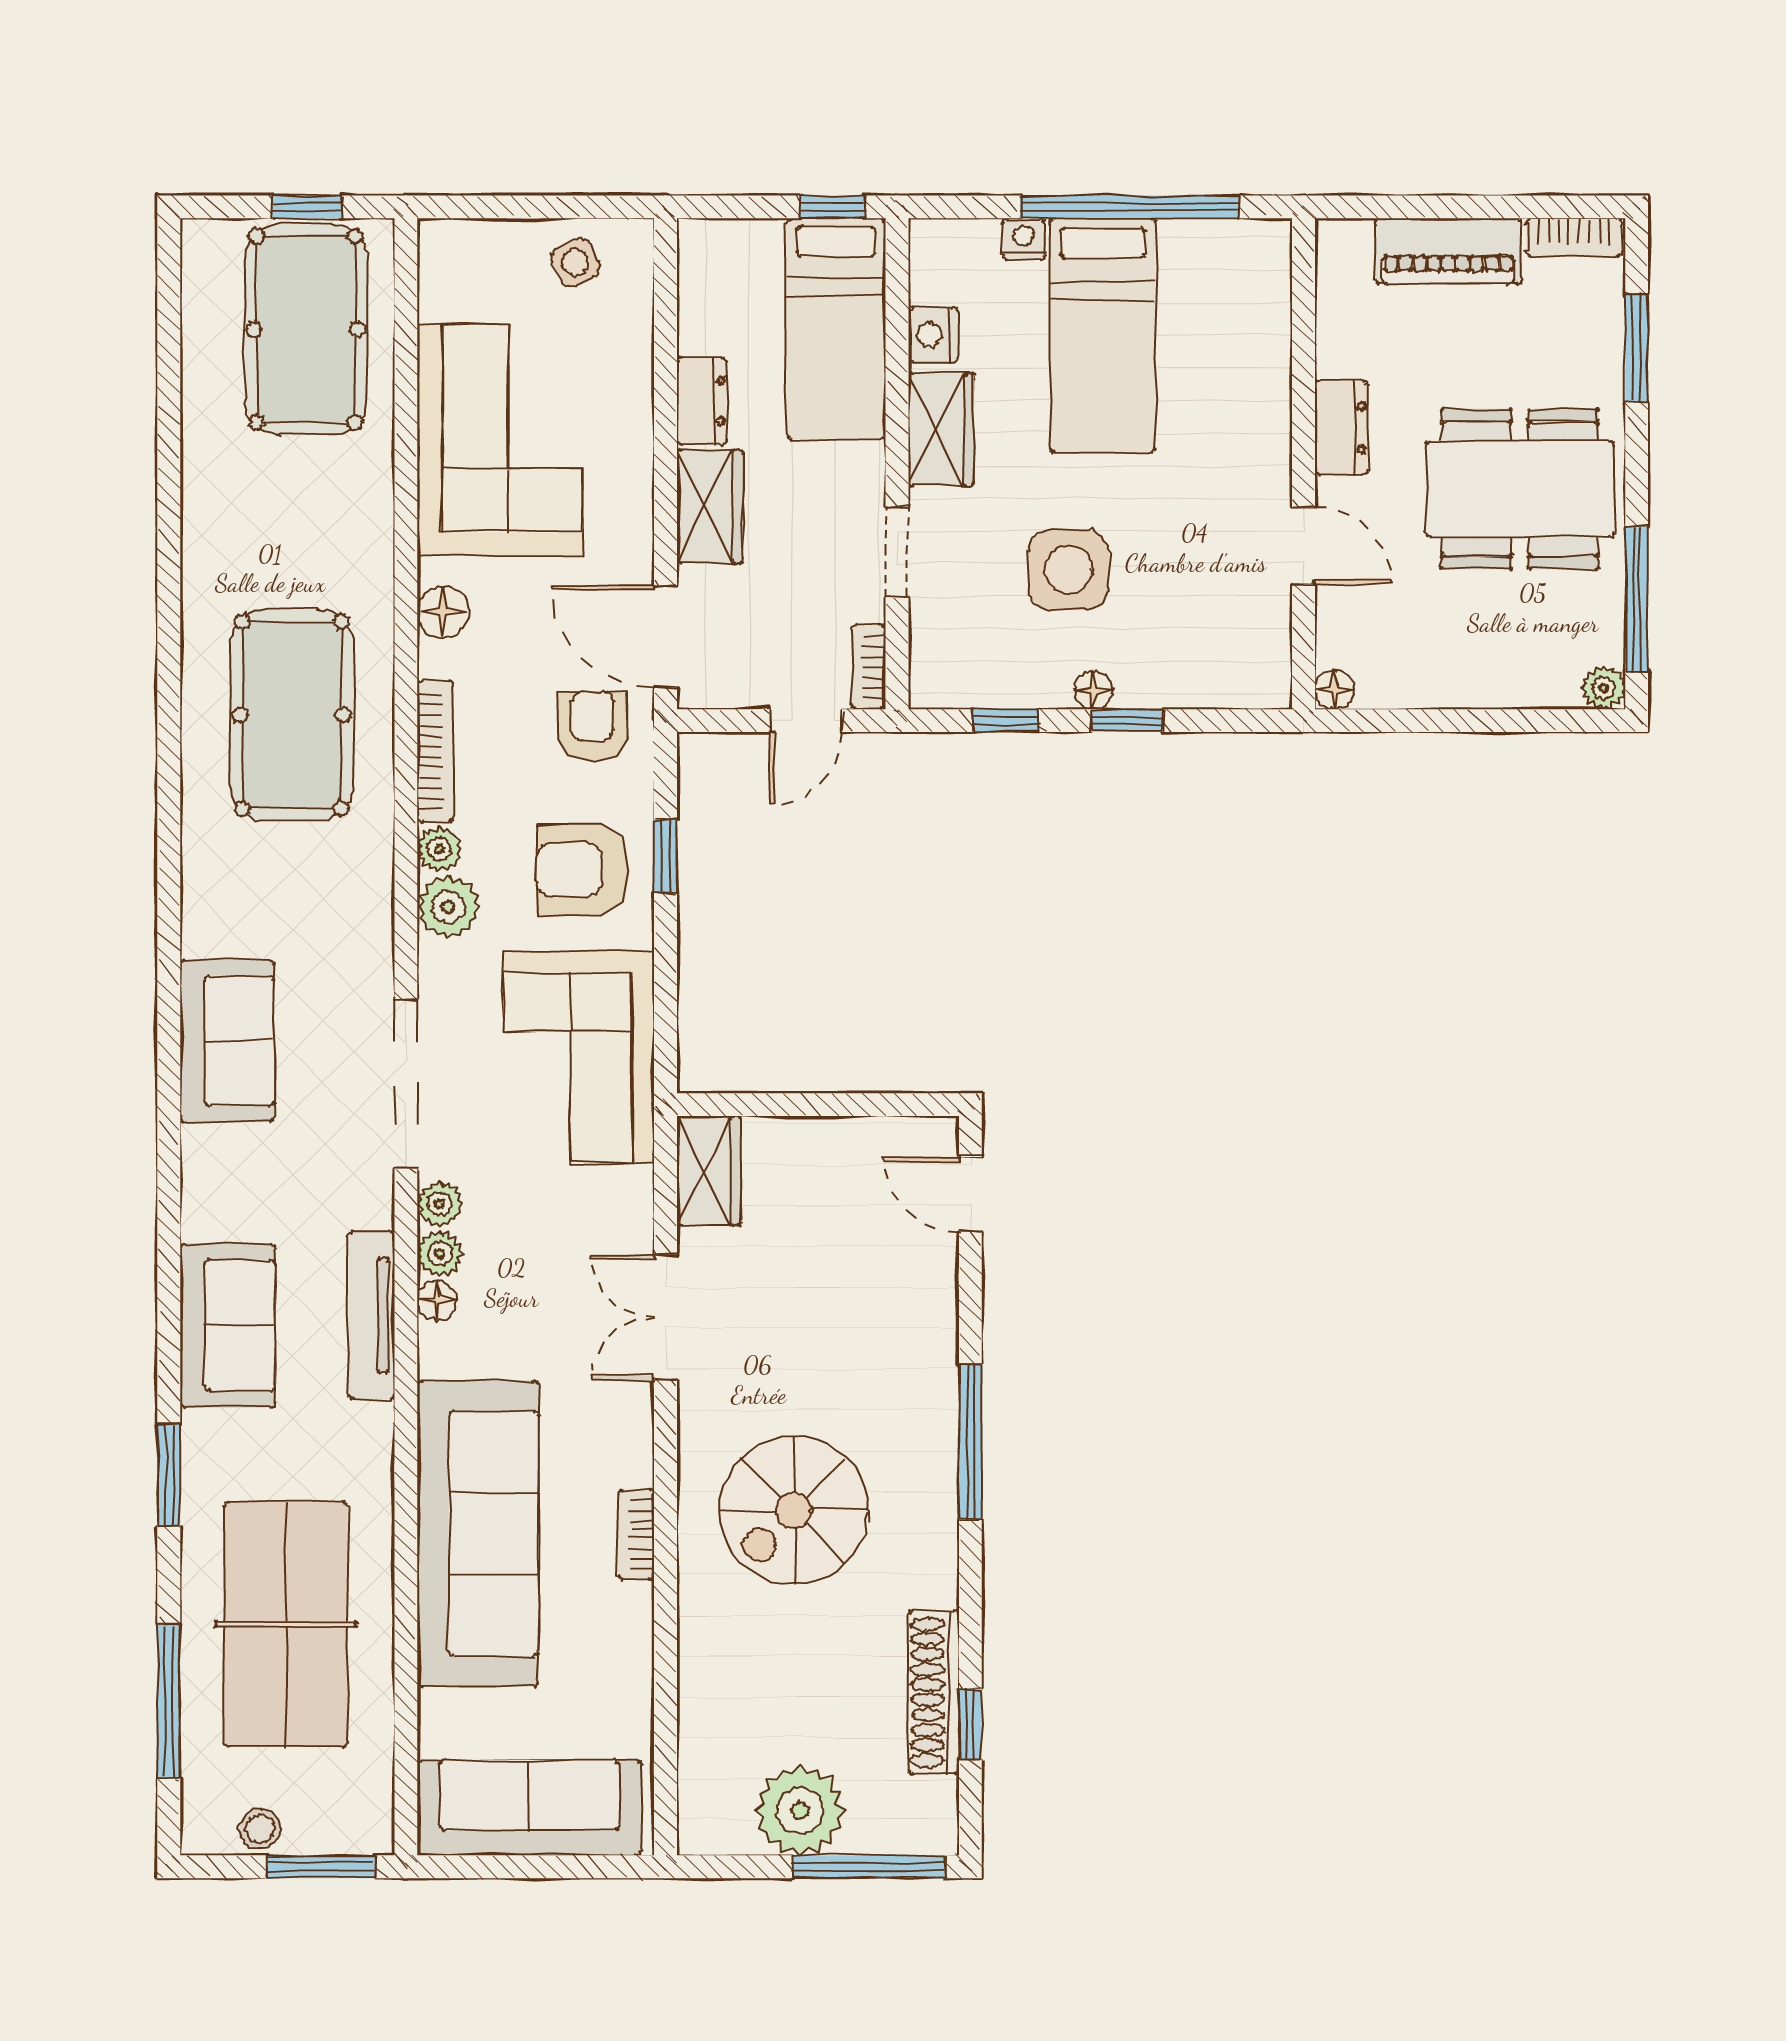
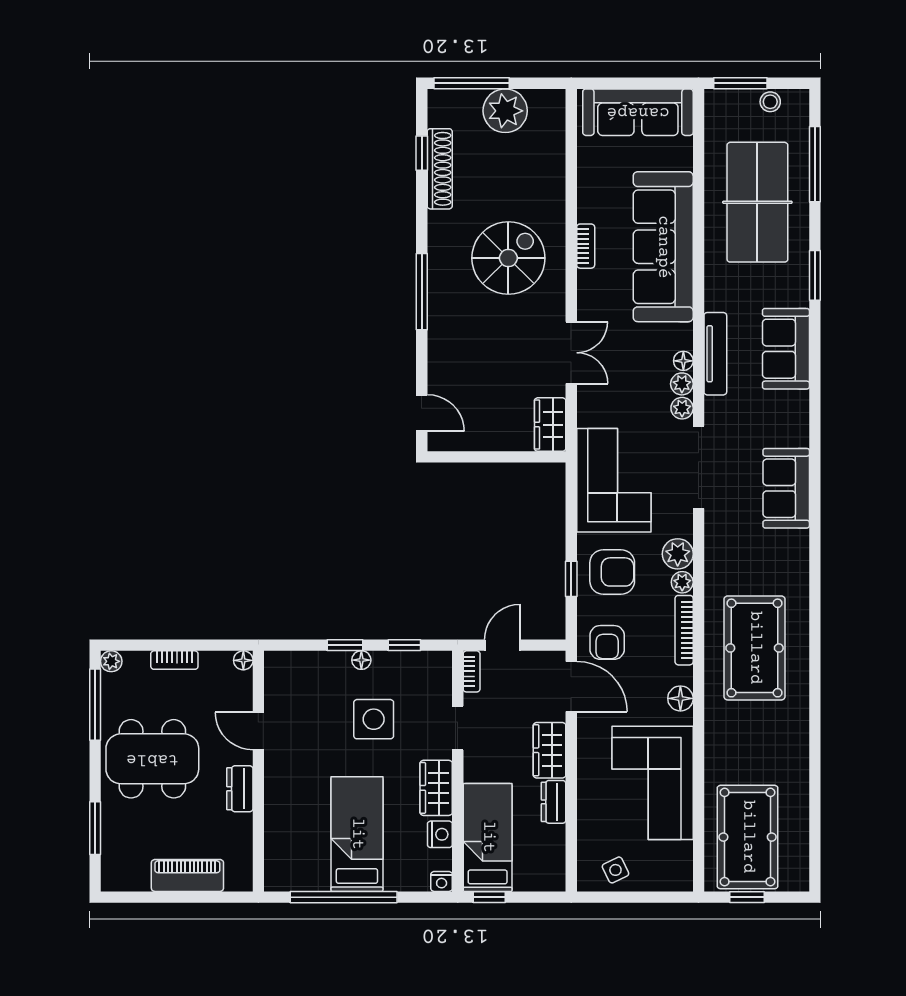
bookcase: (1574, 237) -> (174, 660), moved, turned 180
nightstand: (1024, 239) -> (442, 881), moved

